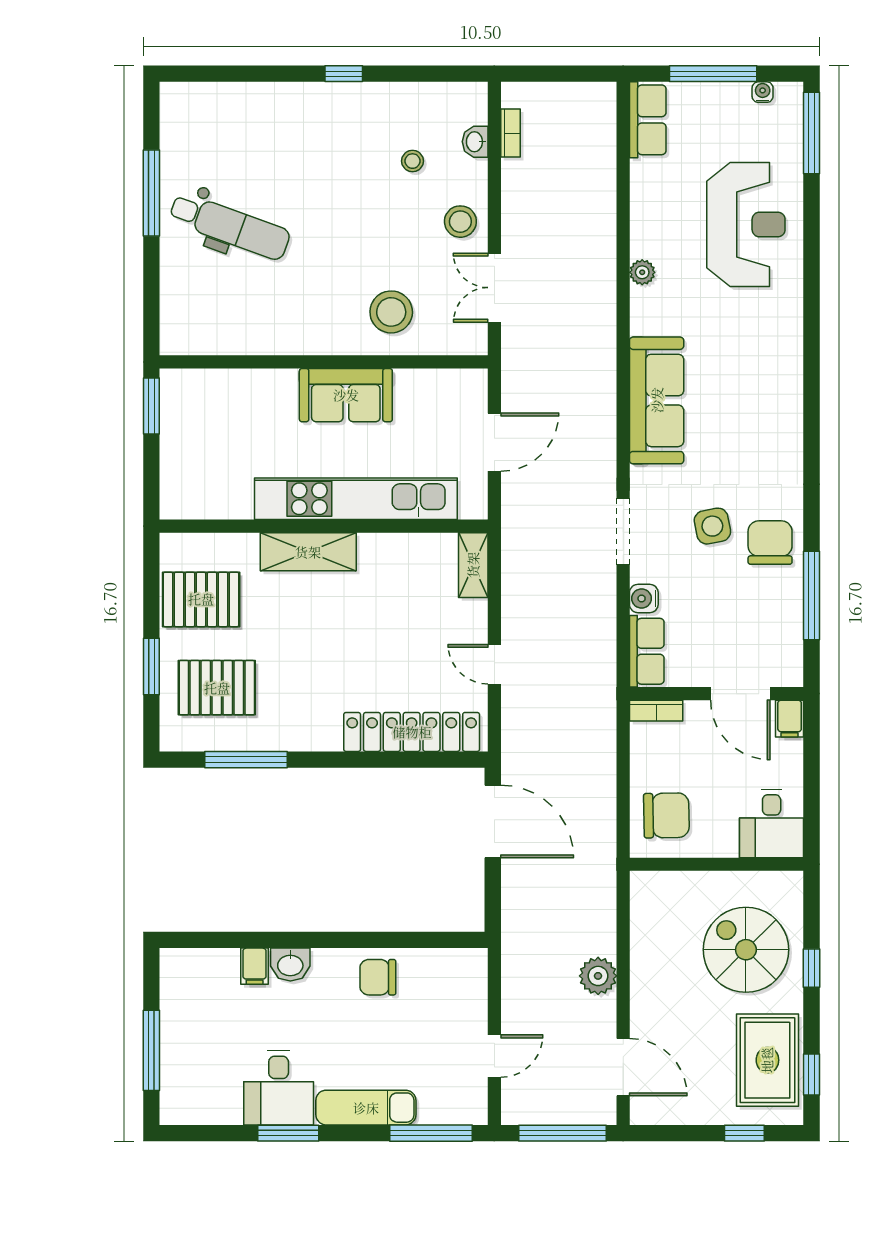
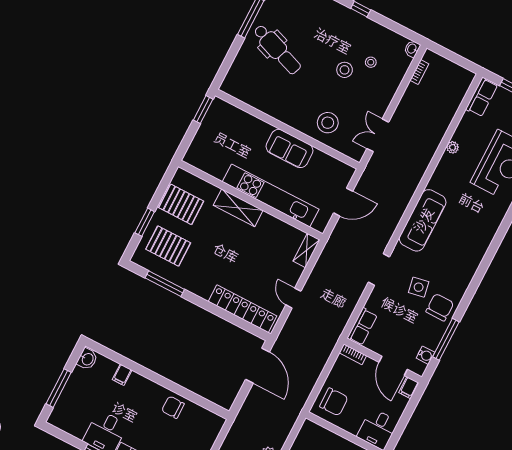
washbasin: (475, 142) -> (412, 49), moved
stool: (460, 222) -> (345, 70), moved
plant: (642, 272) -> (453, 147), moved
water cooler: (644, 598) -> (425, 355), moved, turned 180
washbasin: (290, 965) -> (87, 359), moved, turned -90

